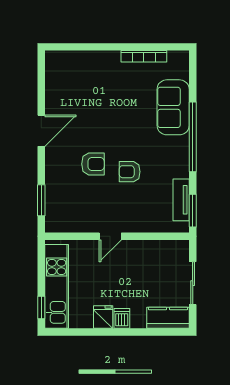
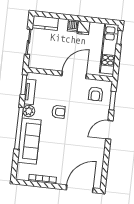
door: (80, 47) -> (80, 189), added
sofa: (173, 107) -> (29, 141), width x1.36
door: (41, 131) -> (109, 130), moved
armchair: (93, 164) -> (96, 94), moved, turned -90
plant: (179, 168) -> (29, 111), added
door: (110, 236) -> (74, 75), width x1.87

